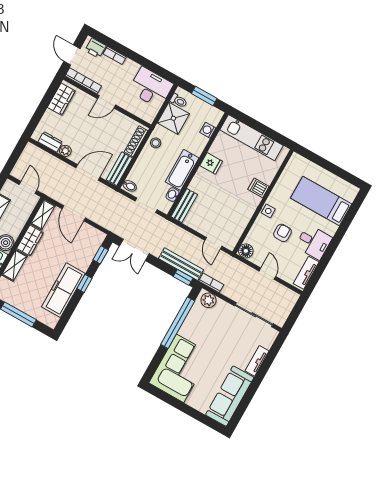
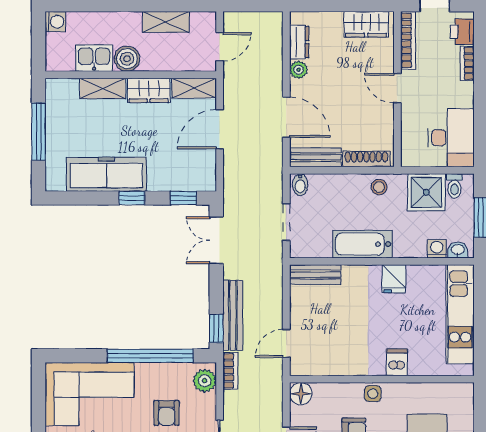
washbasin: (173, 195) -> (458, 250), moved
armchair: (215, 331) -> (167, 413), added

